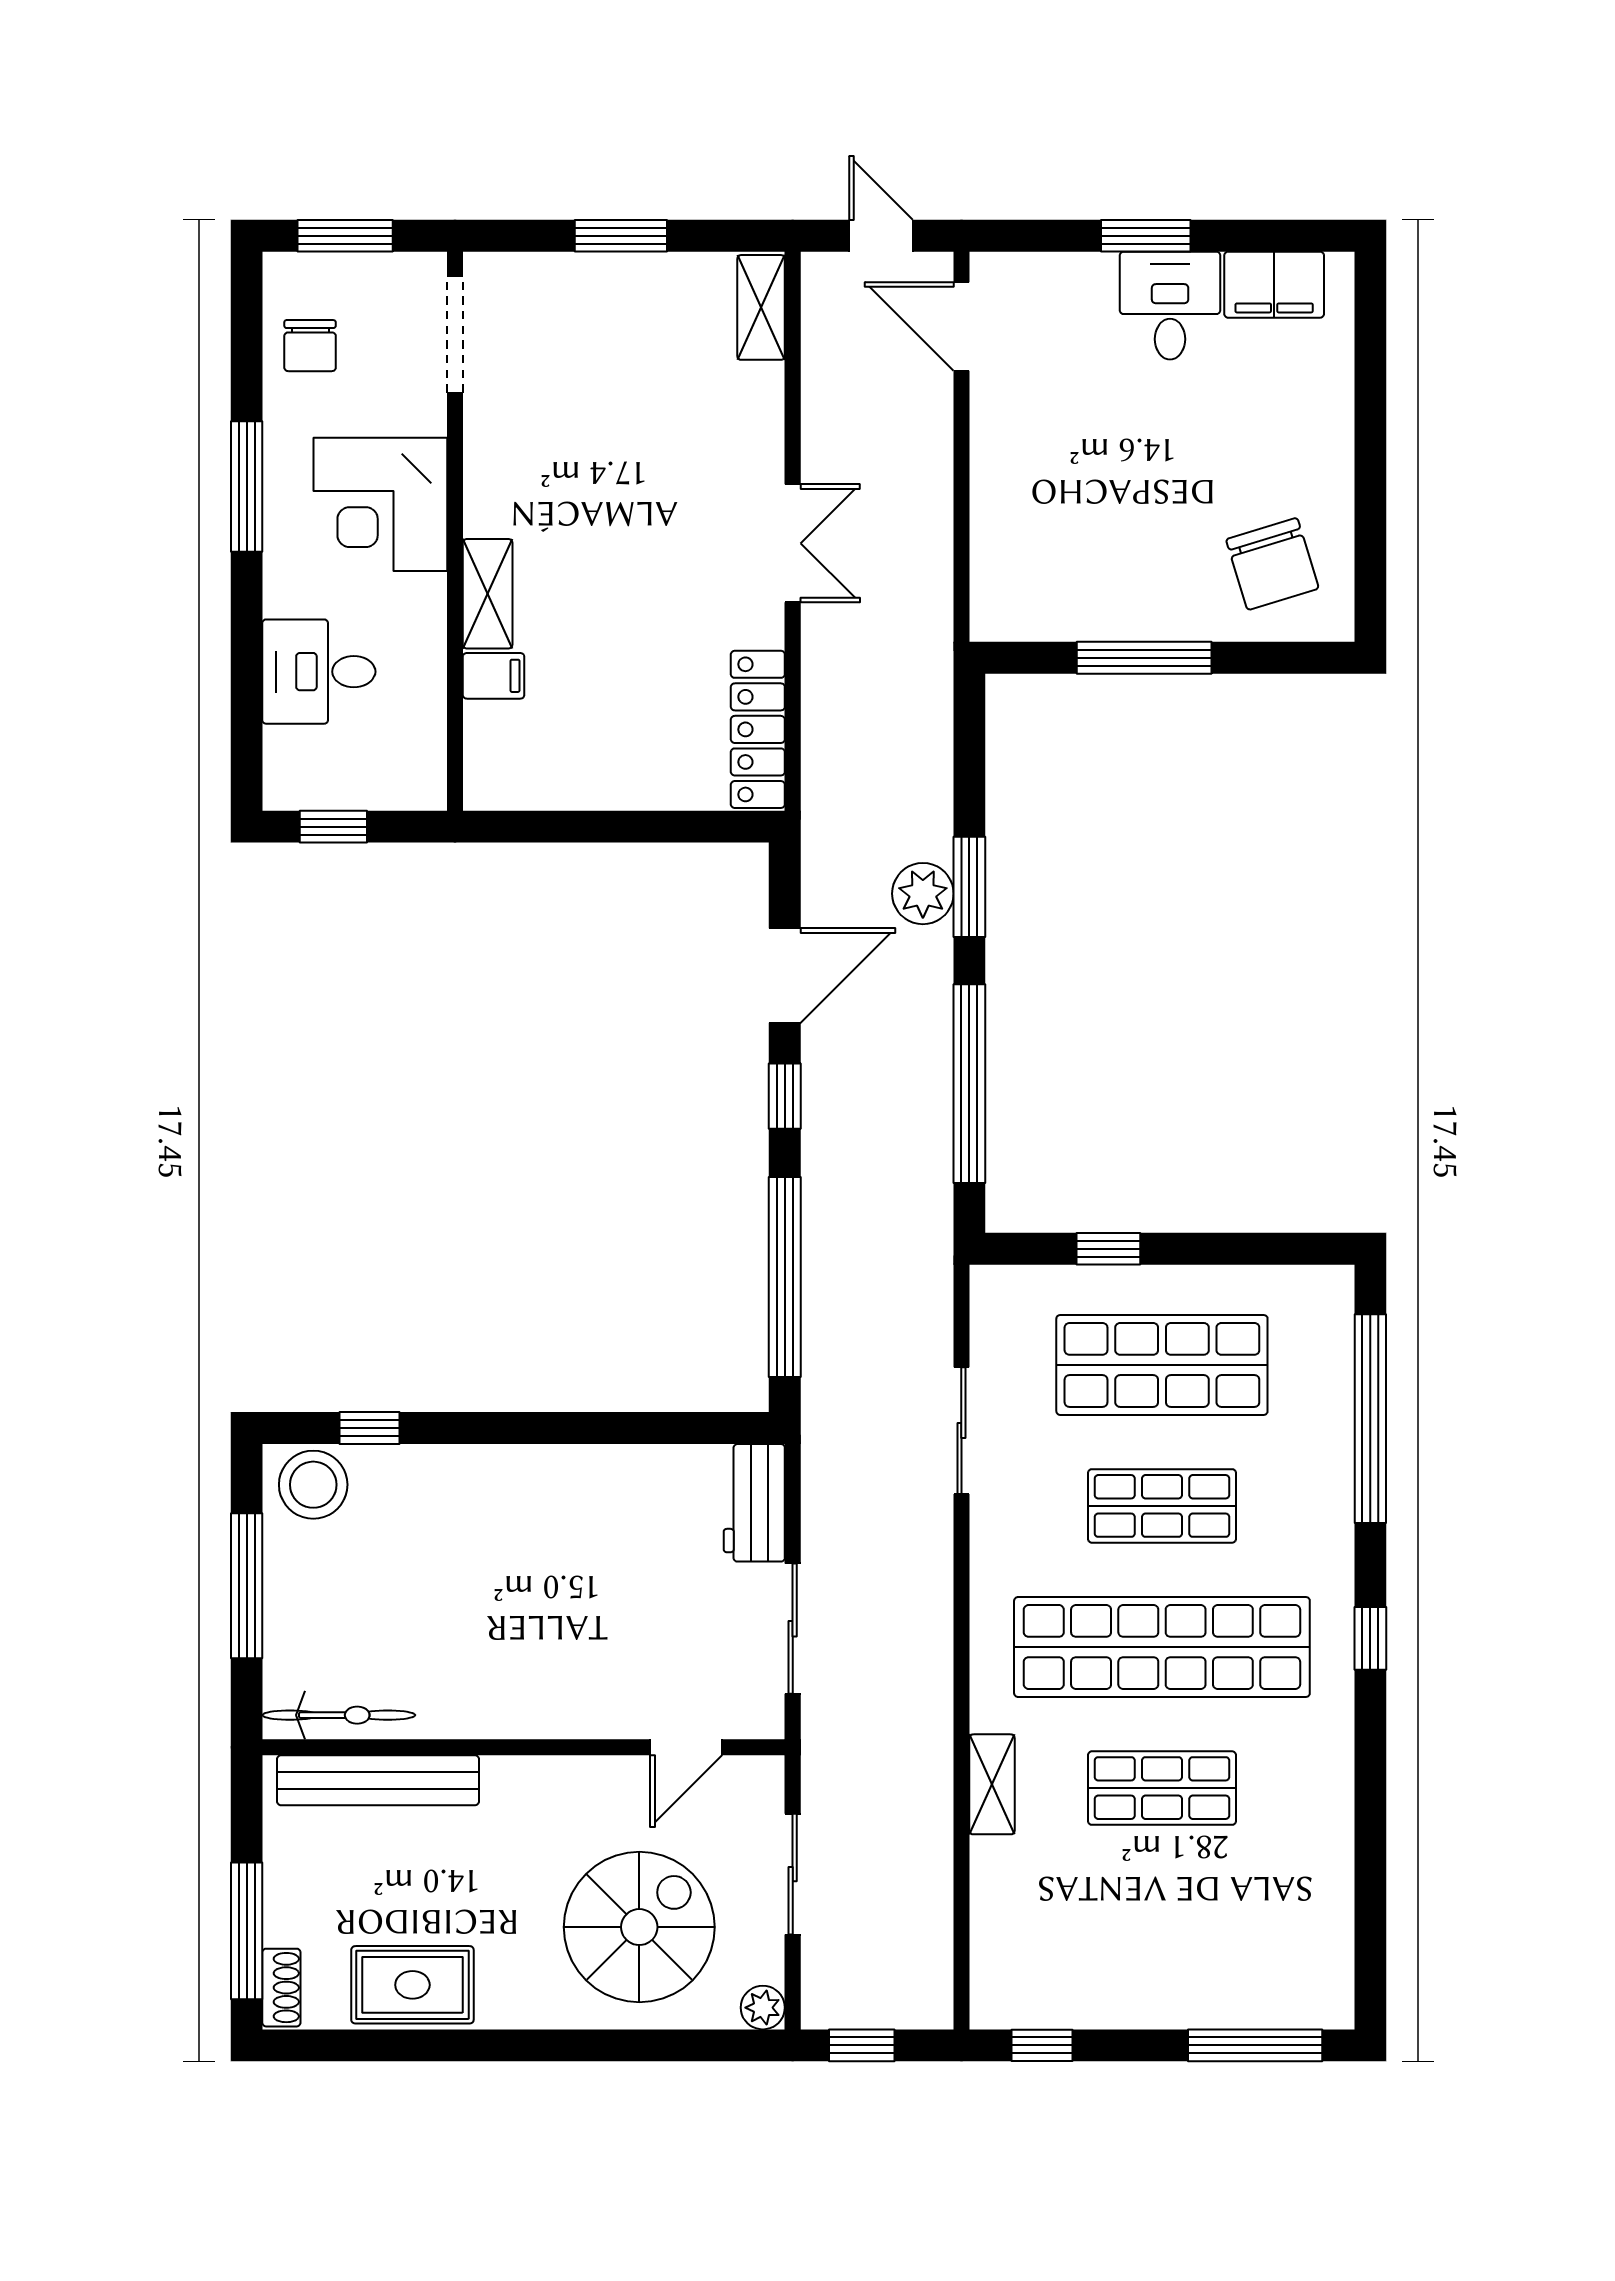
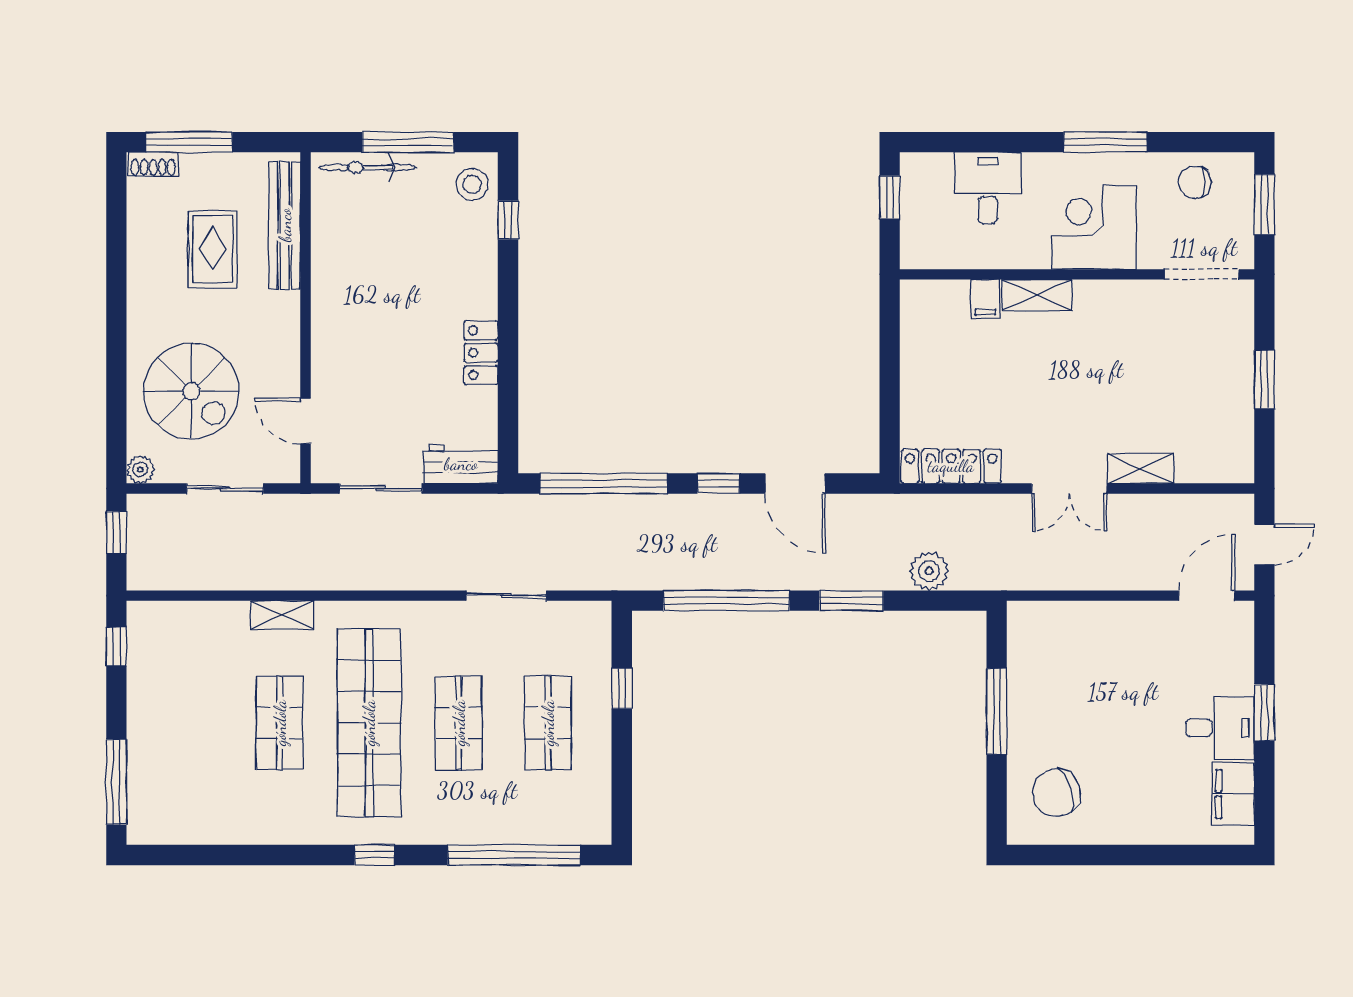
shelving: (761, 307) -> (1141, 468), moved
plant: (923, 894) -> (929, 571), moved
shop shelf: (1162, 1365) -> (548, 723), width x0.70, depth x0.74
locker: (579, 1471) -> (481, 353), added
stool: (313, 1485) -> (472, 184), width x0.73, depth x0.73
bicycle: (339, 1715) -> (367, 167), moved, turned 90
rug: (412, 1985) -> (213, 249), moved

